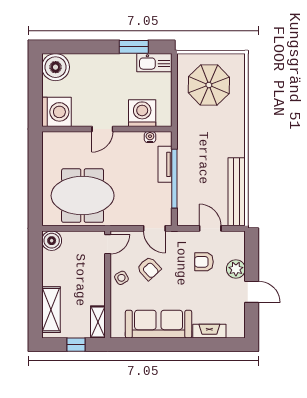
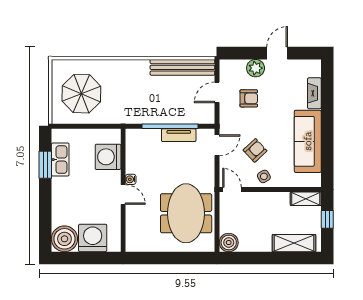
kitchen sink: (154, 63) -> (60, 160), moved
washing machine: (56, 112) -> (93, 238), moved
water cooler: (150, 137) -> (131, 179), moved
tv unit: (165, 164) -> (179, 135), moved
armchair: (204, 262) -> (249, 98), turned -90

